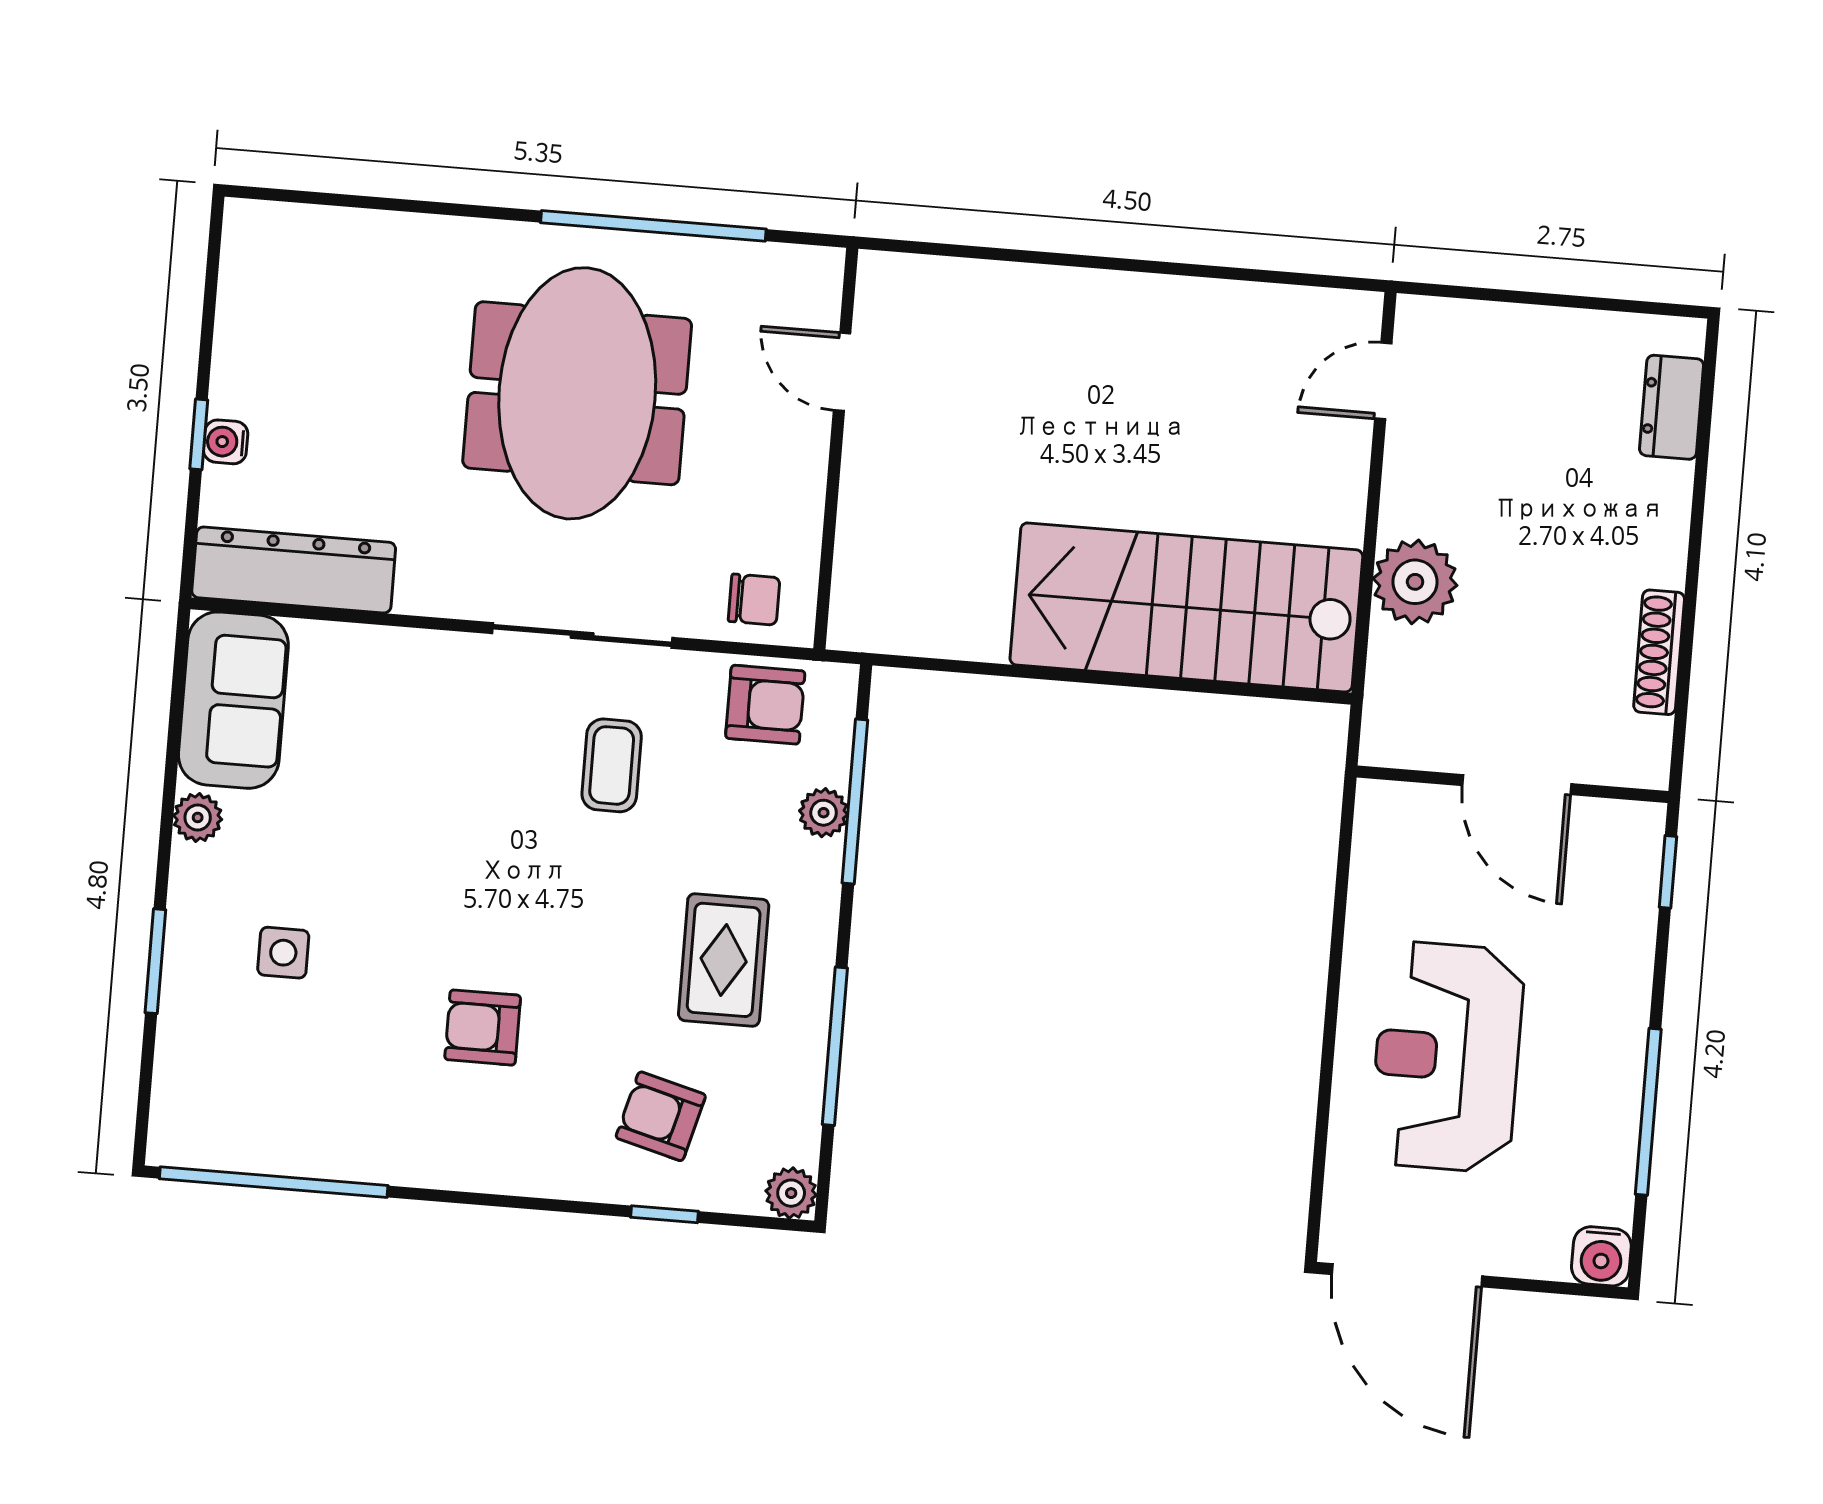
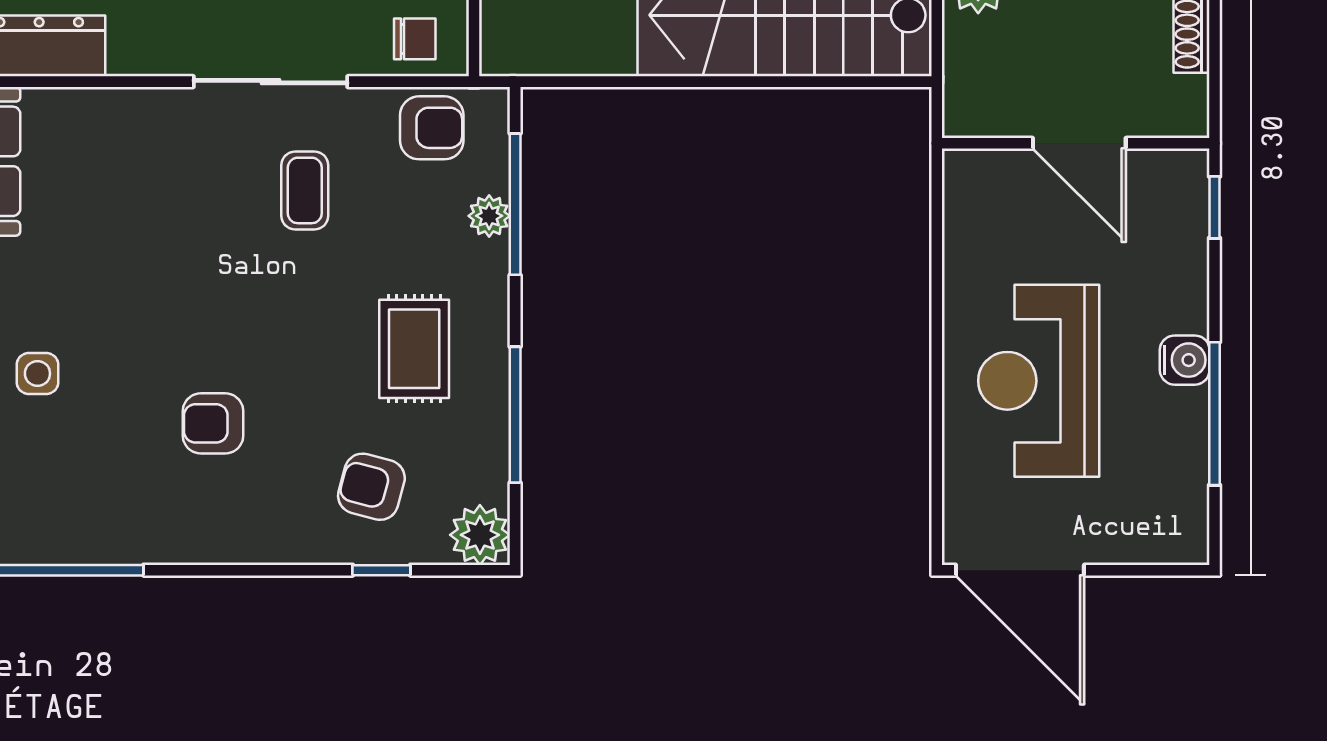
plant: (791, 1193) -> (480, 535), width x1.38, depth x1.38
water cooler: (1601, 1256) -> (1185, 360), moved, turned -90

